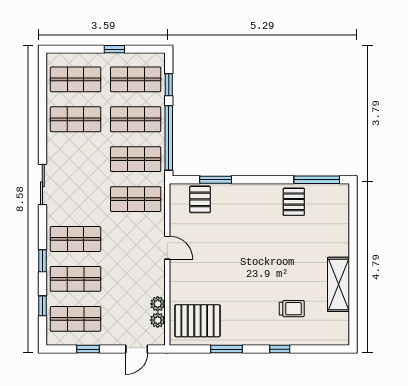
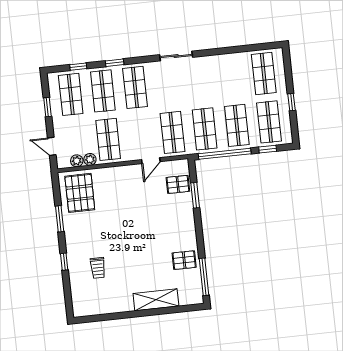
shop shelf: (76, 119) -> (108, 139), moved
door: (167, 248) -> (151, 161), moved
shelving: (339, 284) -> (156, 300), moved

